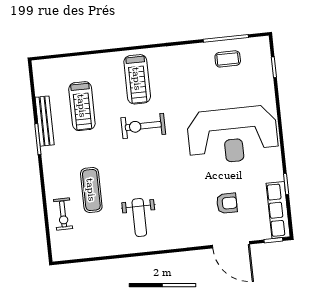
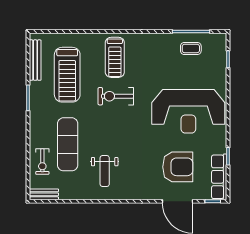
treadmill: (82, 106) -> (67, 75), width x1.37, depth x1.38
bench: (45, 121) -> (35, 60), moved
exercise mat: (91, 190) -> (68, 144), width x1.36, depth x1.45
armchair: (227, 203) -> (178, 167), width x1.88, depth x1.88
bench: (69, 253) -> (44, 194), added

